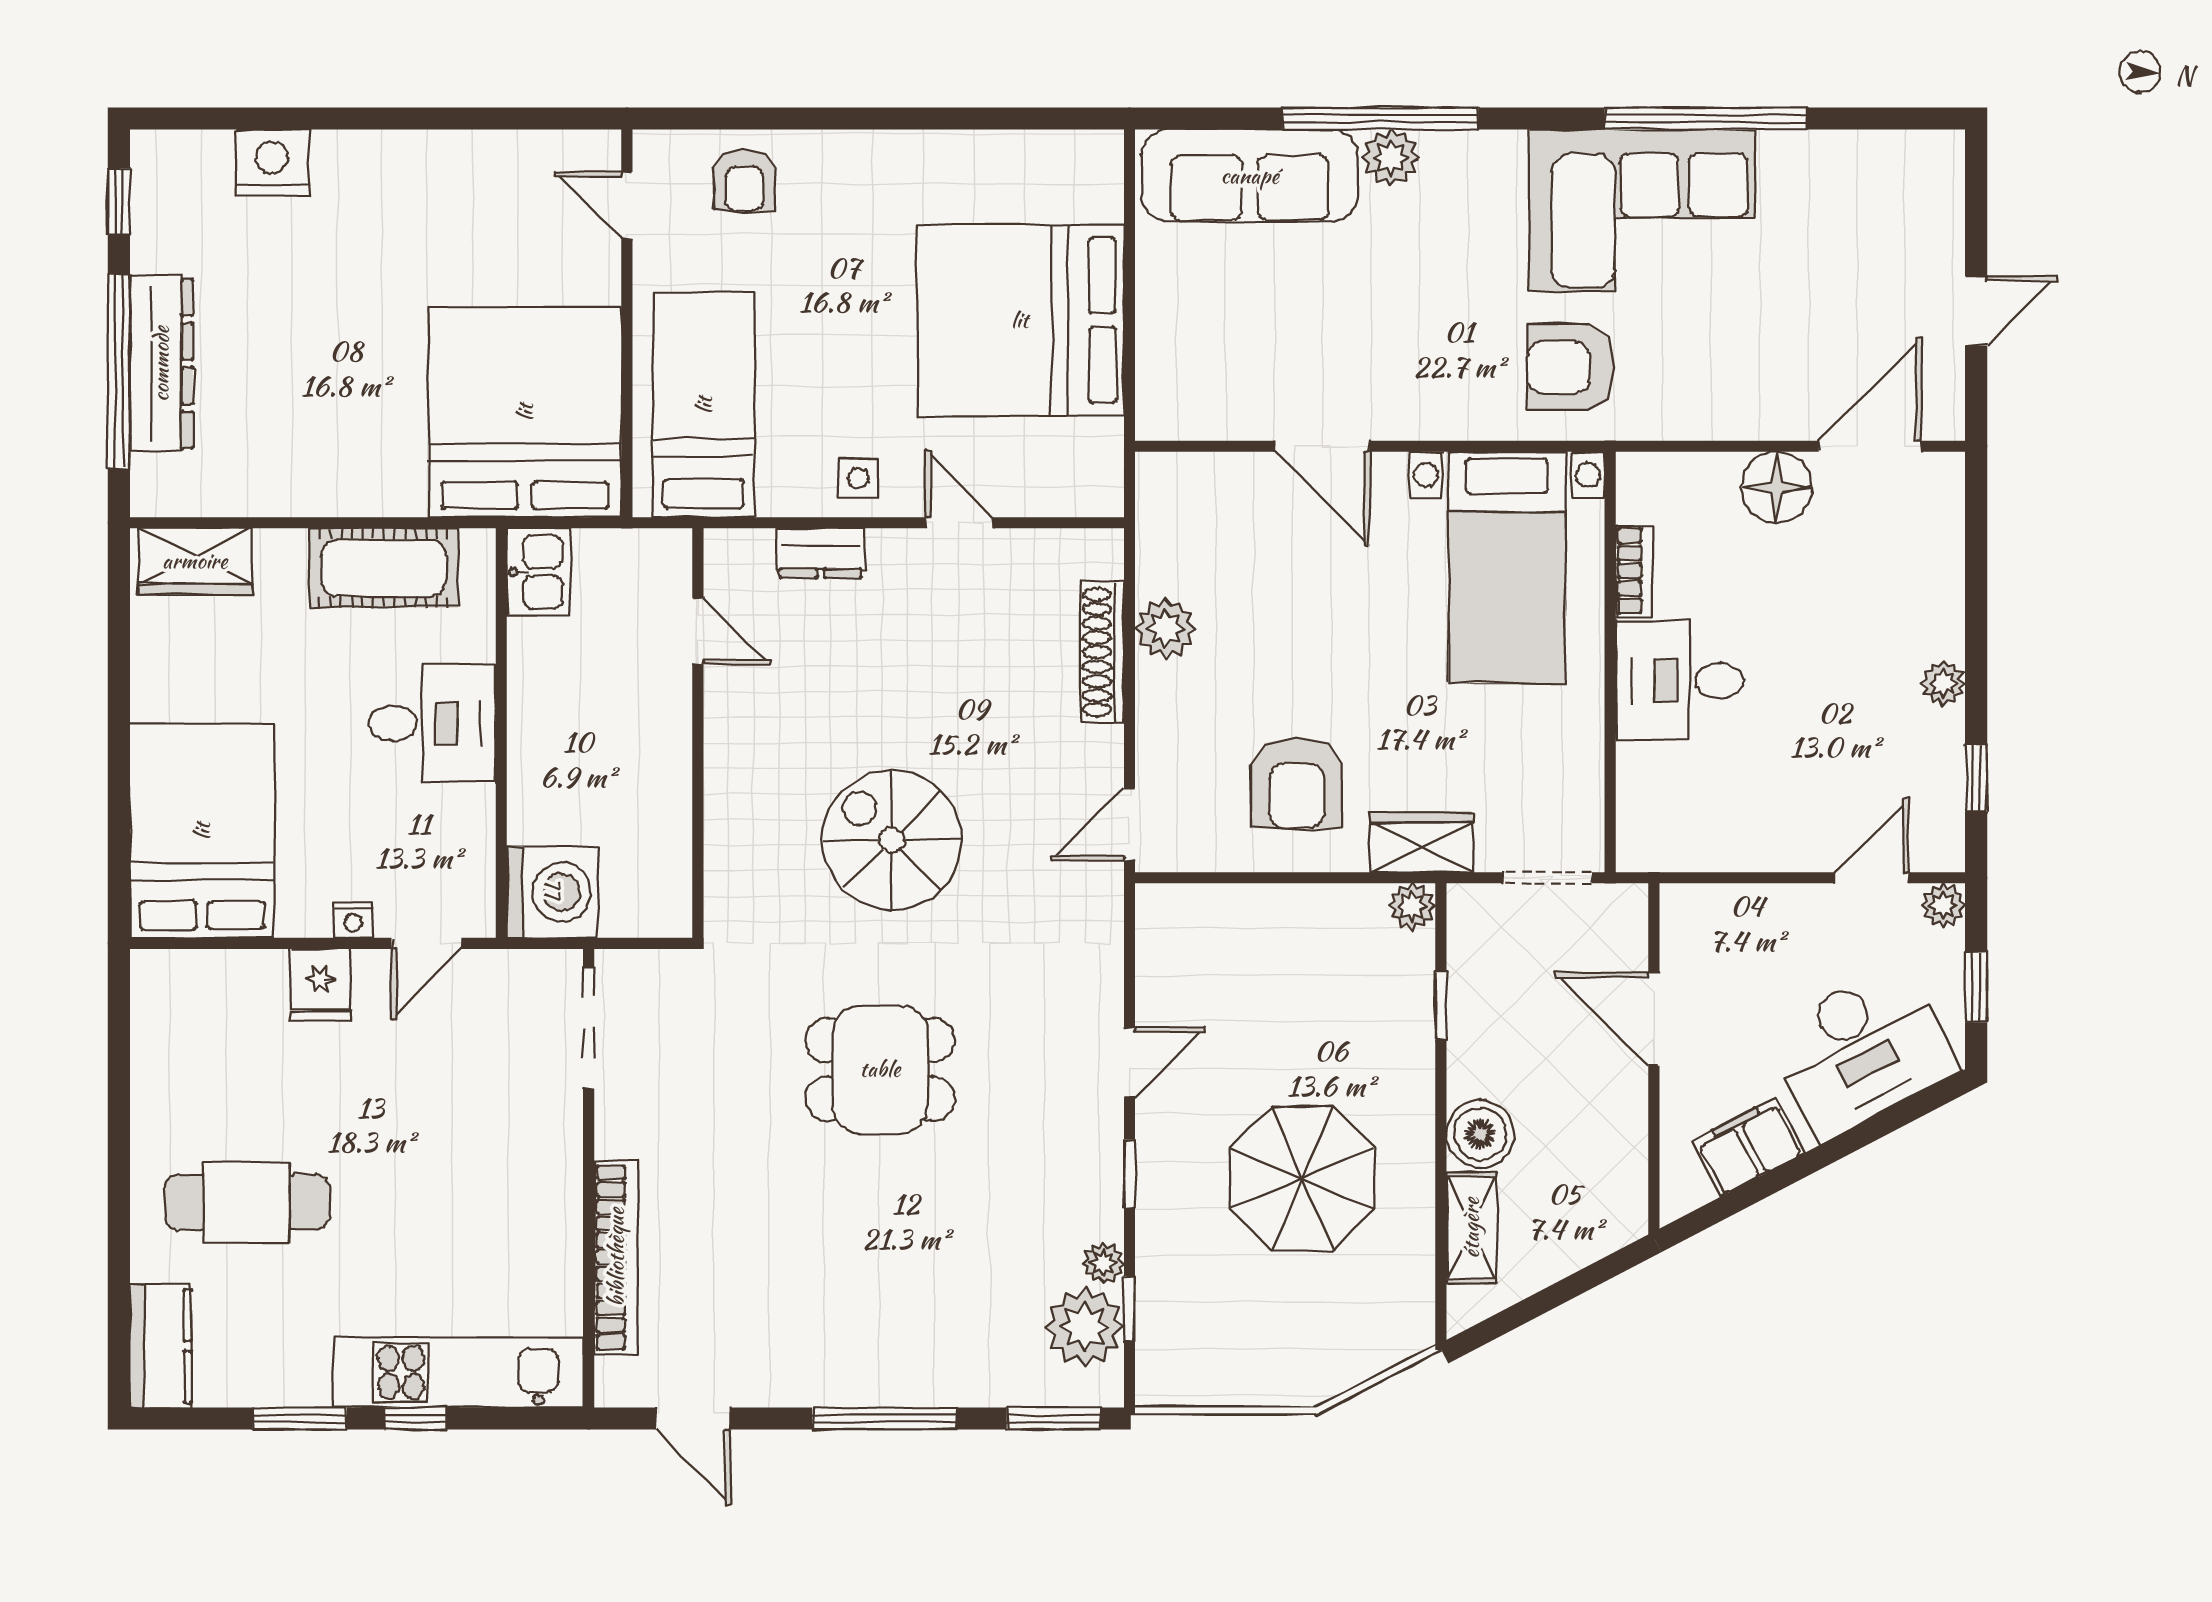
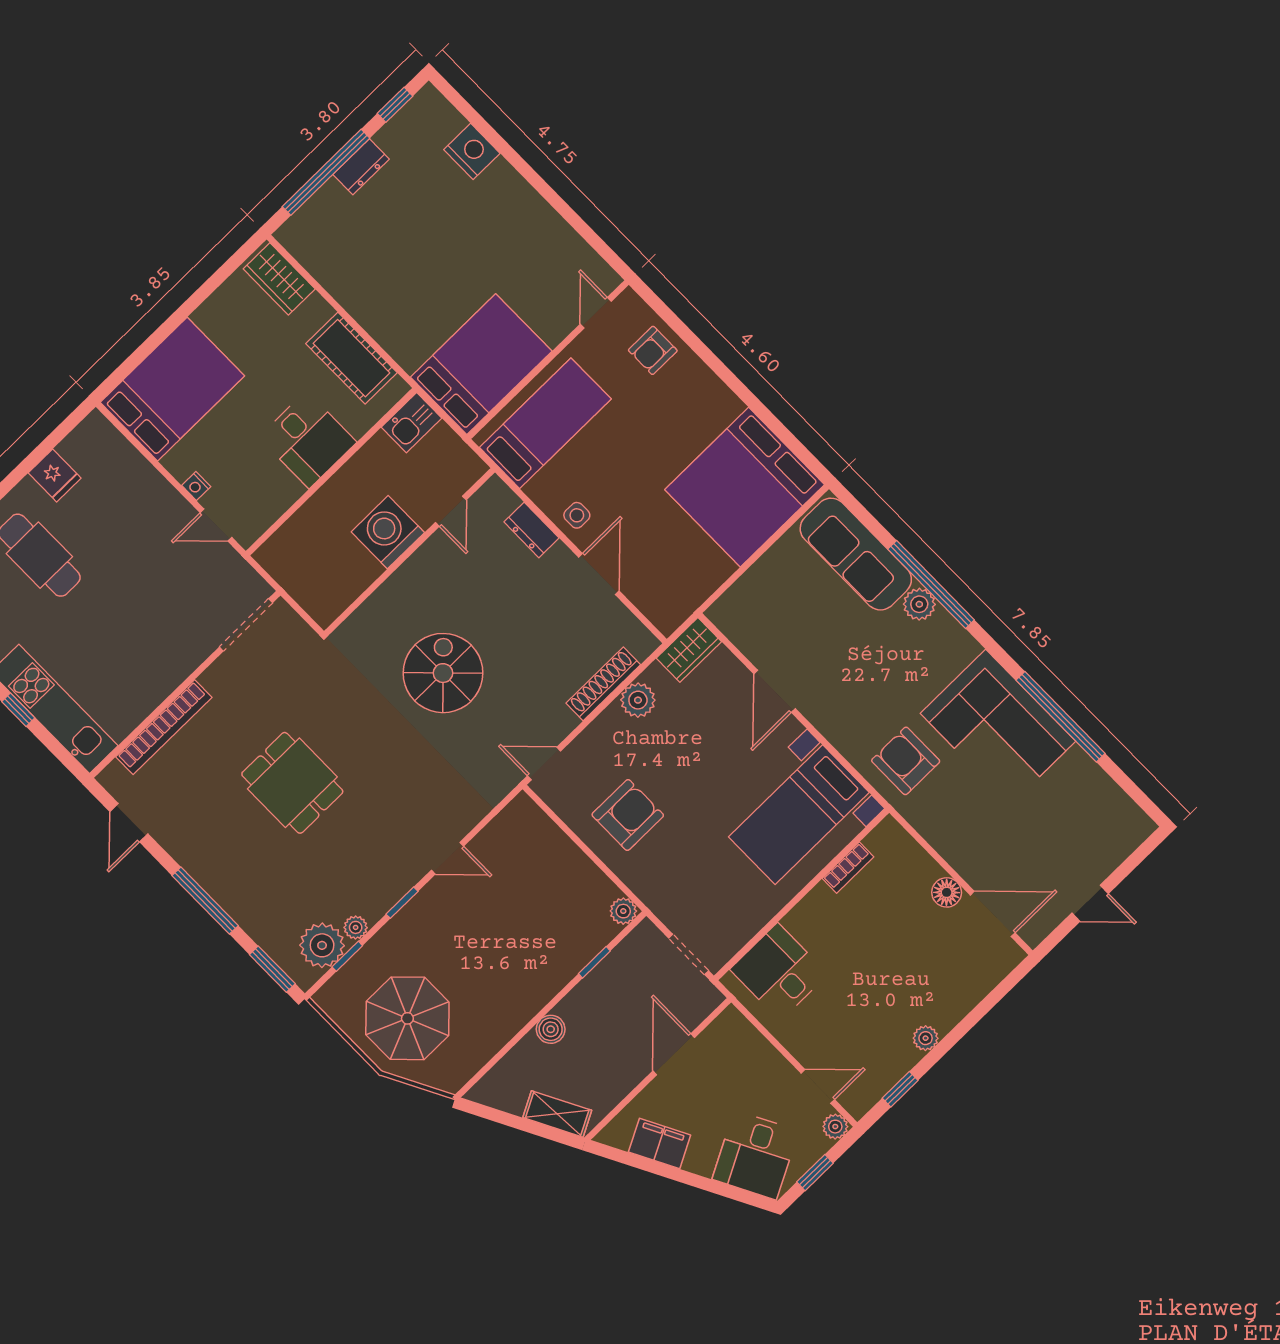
bed: (1020, 320) -> (745, 487), moved, turned -90
dresser: (161, 364) -> (361, 167), width x0.51, depth x0.80
bed: (525, 412) -> (481, 364), width x0.73
floor lamp: (1777, 487) -> (947, 892), width x0.73, depth x0.73
door: (959, 523) -> (599, 574), width x1.38
desk: (1680, 680) -> (779, 972), moved
armchair: (1297, 783) -> (628, 815), turned 180
wardrobe: (1422, 843) -> (689, 650), moved, turned 90
washing machine: (552, 892) -> (388, 532), moved, turned 180
fridge: (320, 985) -> (55, 475), moved, turned -90
desk: (1861, 1051) -> (755, 1155), width x0.73
dining table: (880, 1069) -> (292, 783), moved
boiler: (1480, 1134) -> (551, 1029), width x0.73, depth x0.73
parasol: (1302, 1178) -> (407, 1018), moved
shelving: (1471, 1228) -> (557, 1114), moved, turned 62

